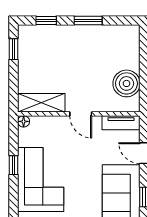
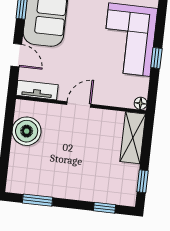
window: (88, 20) -> (37, 200), moved
shelving: (41, 103) -> (133, 138), moved, turned 90
door: (81, 114) -> (79, 104), hinge flipped

